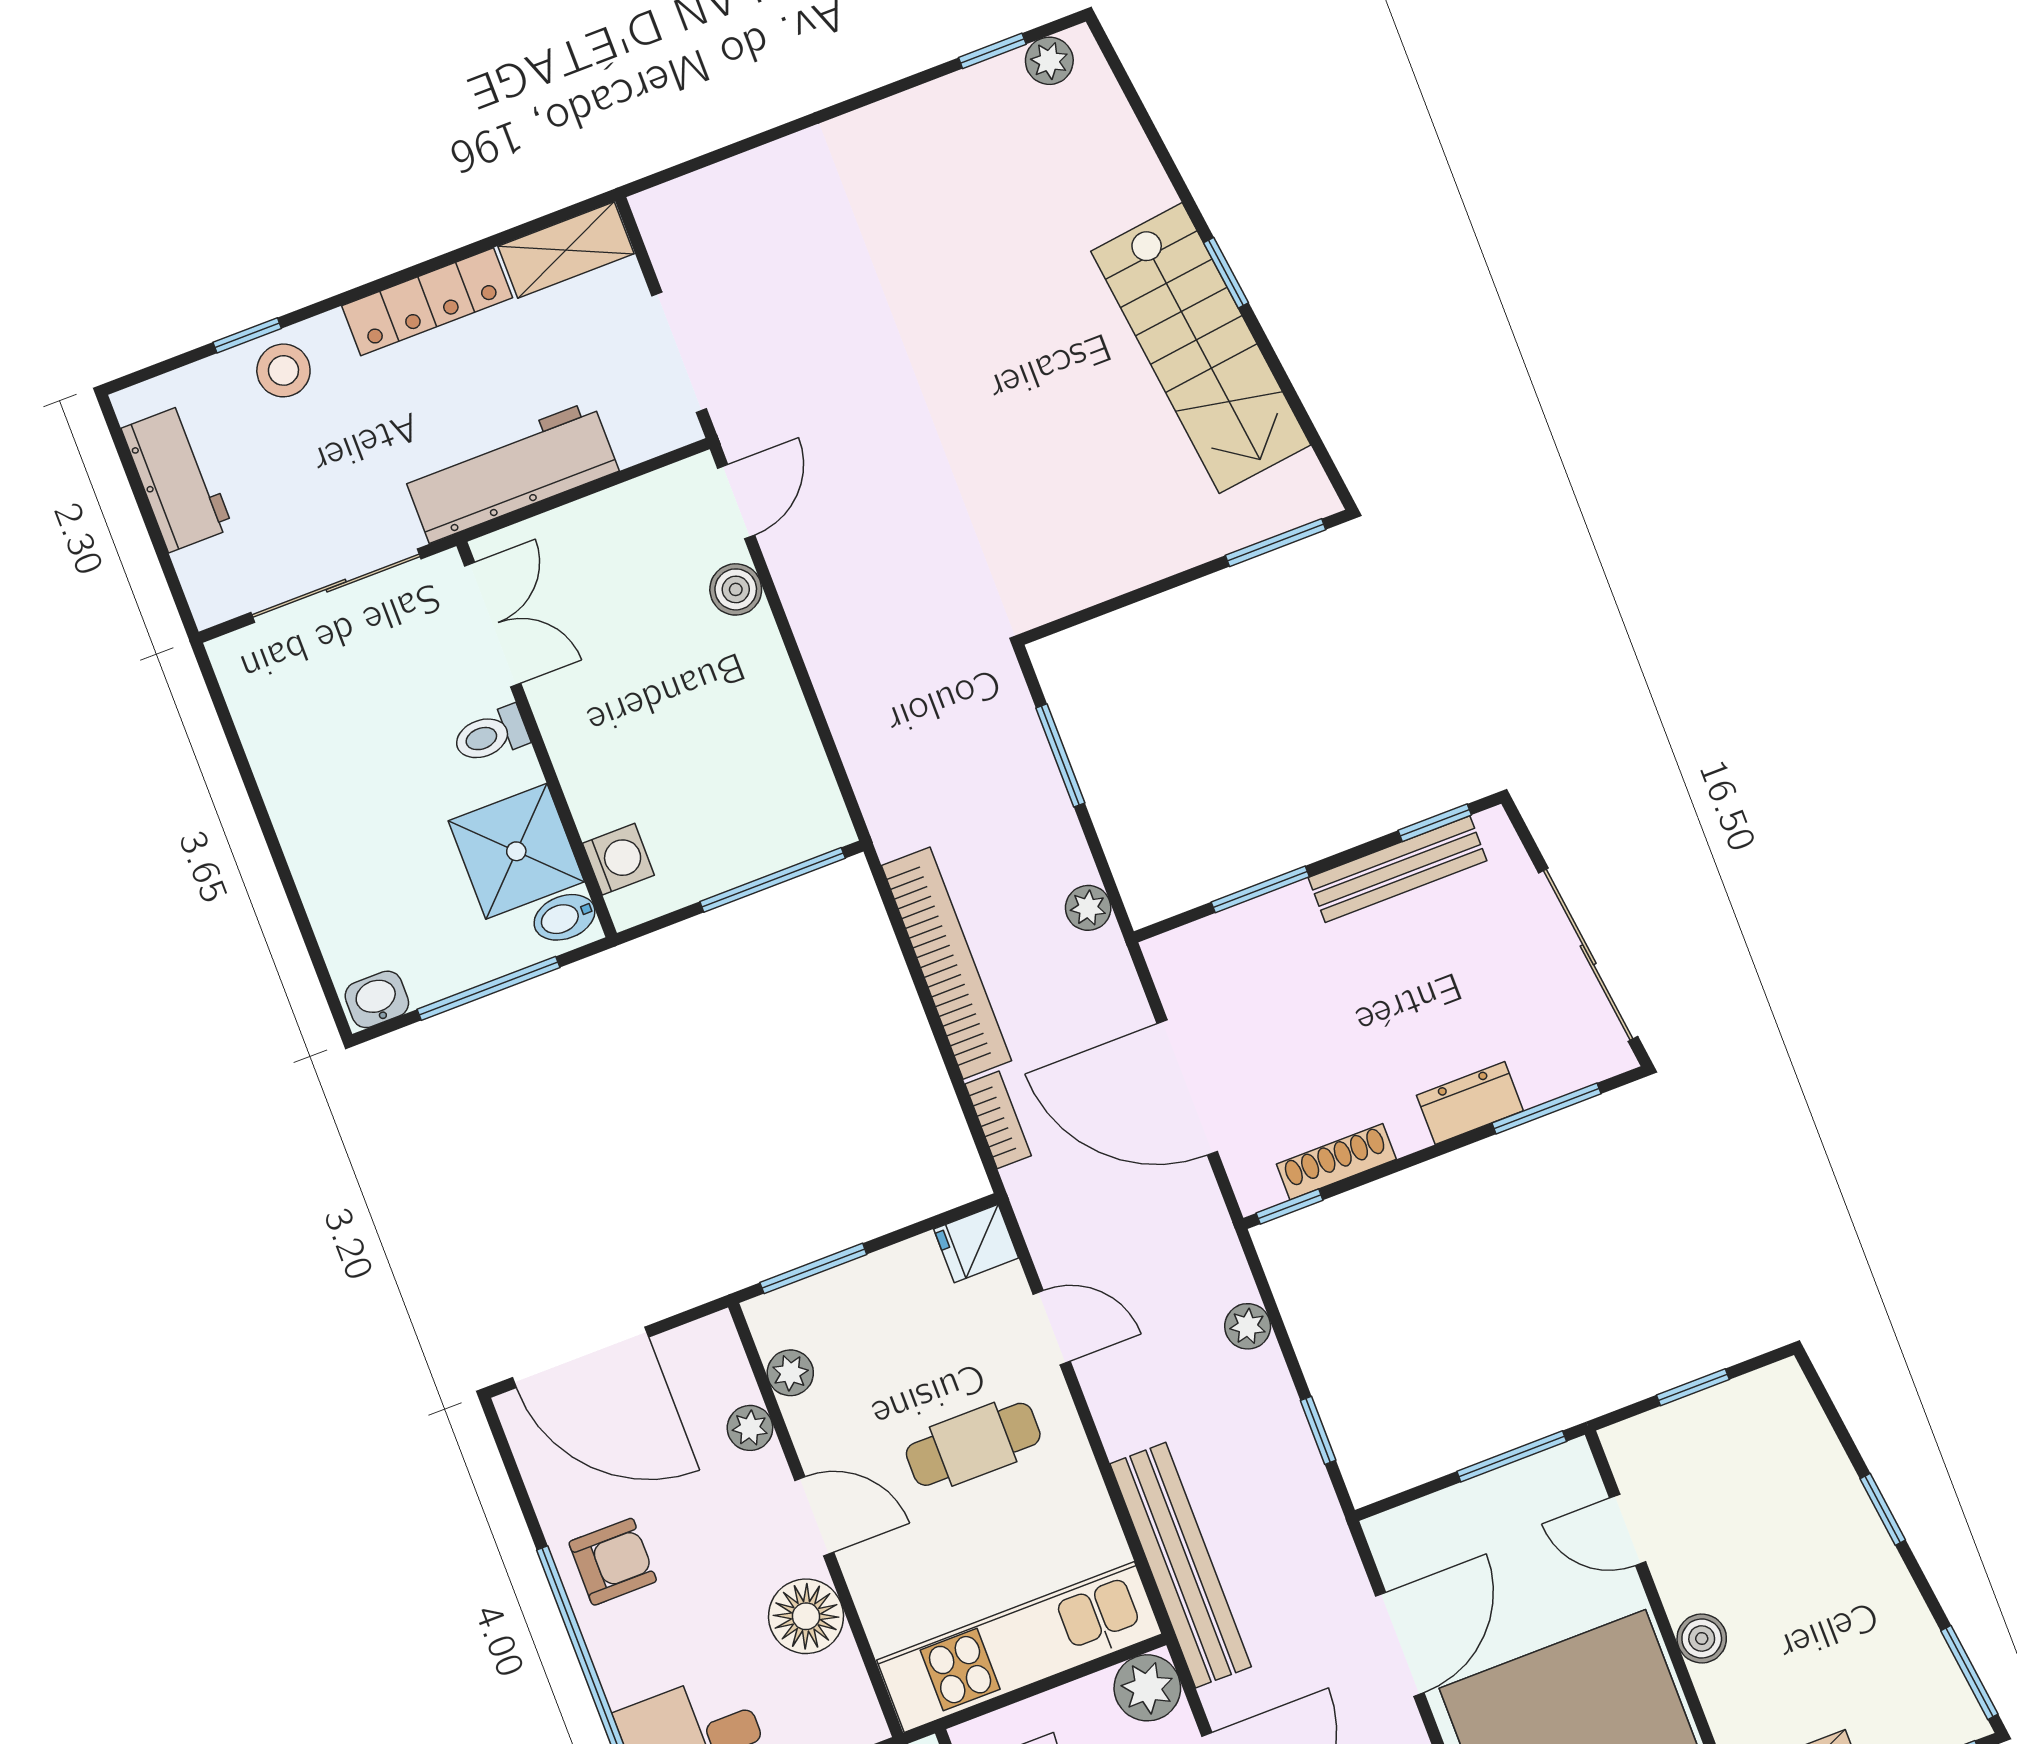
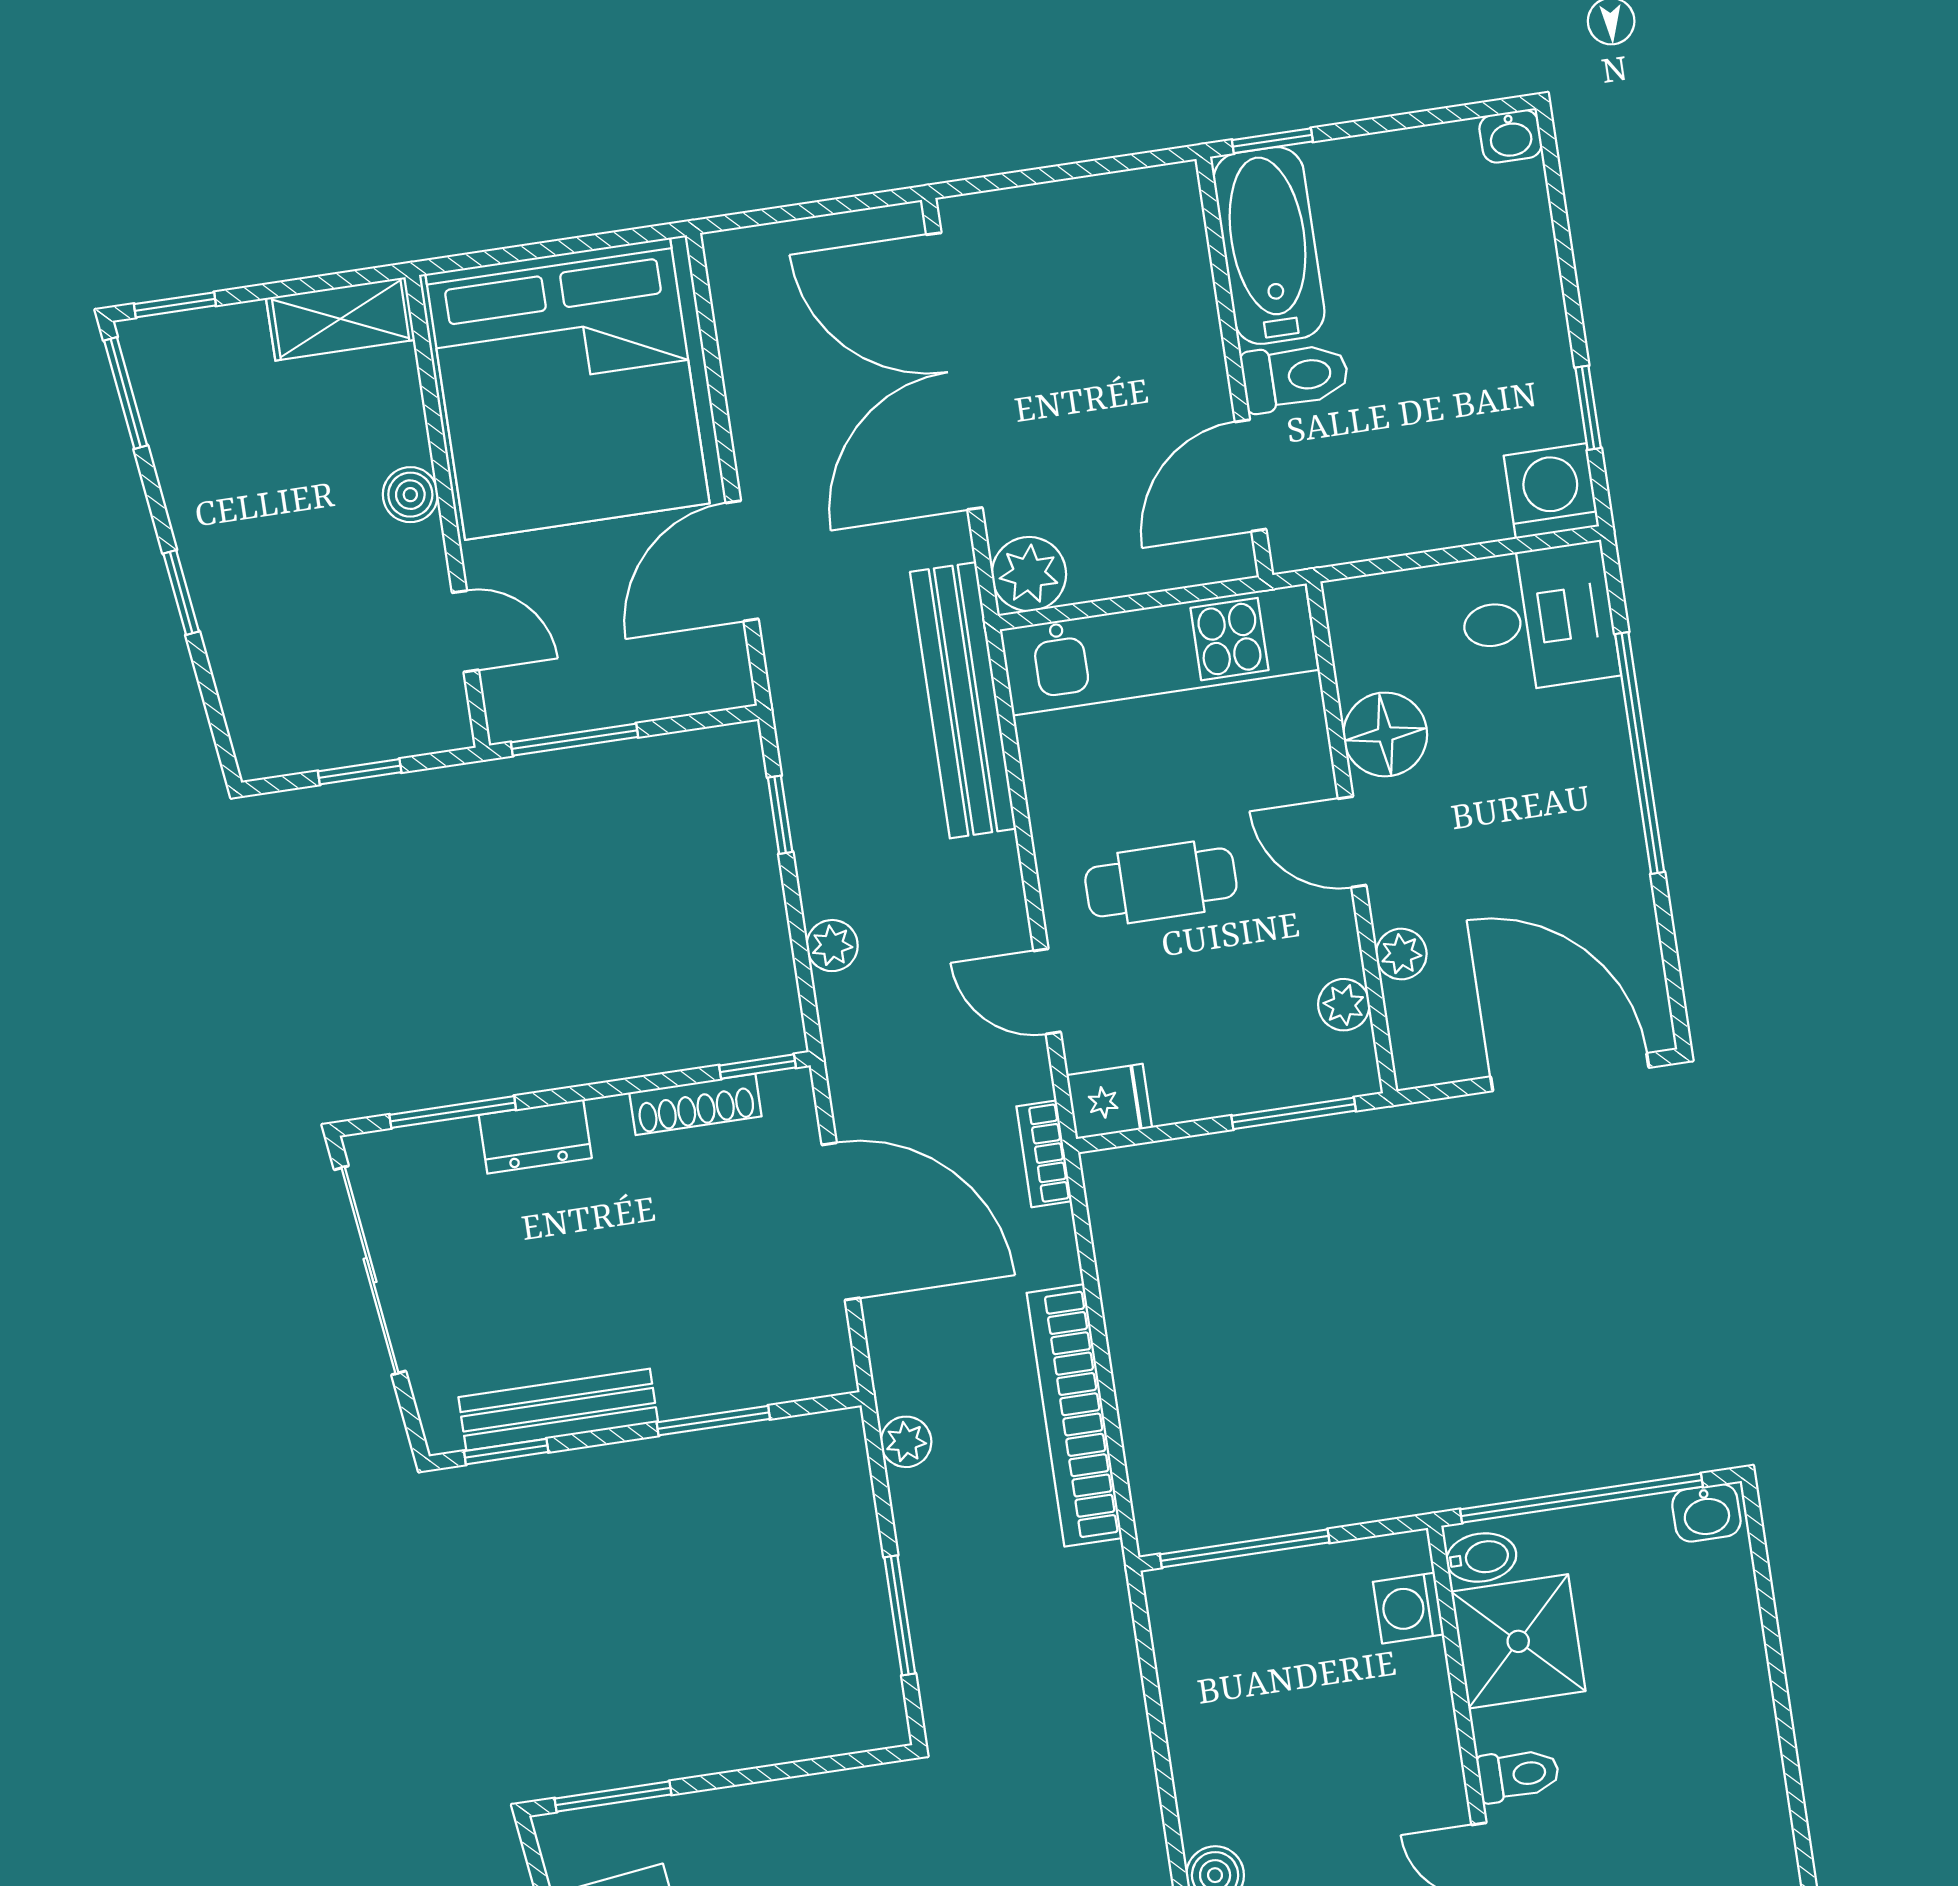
window: (489, 988) -> (1582, 1498), width x1.46
bookcase: (998, 1120) -> (1044, 1154), moved
armchair: (613, 1562) -> (1584, 841), removed

